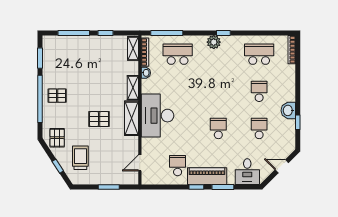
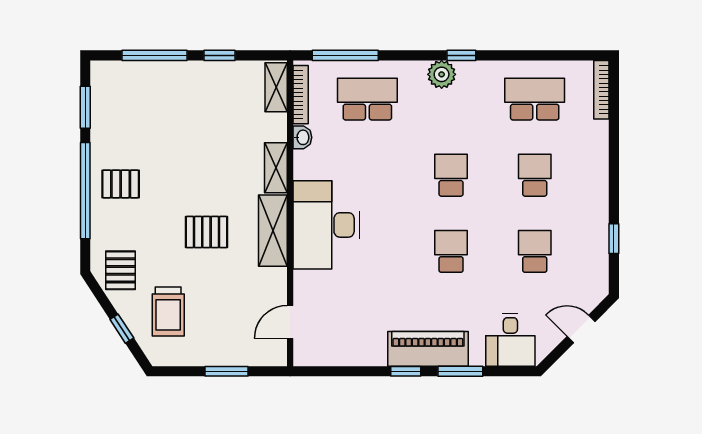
washbasin: (288, 110) -> (594, 214), removed
trolley: (80, 158) -> (168, 311), turned 180
school desk: (178, 166) -> (451, 175), moved

